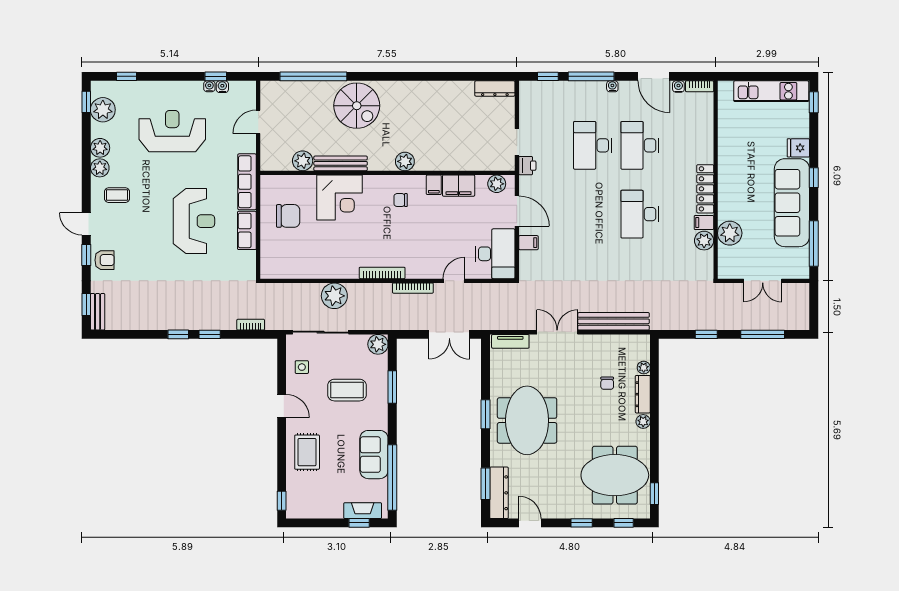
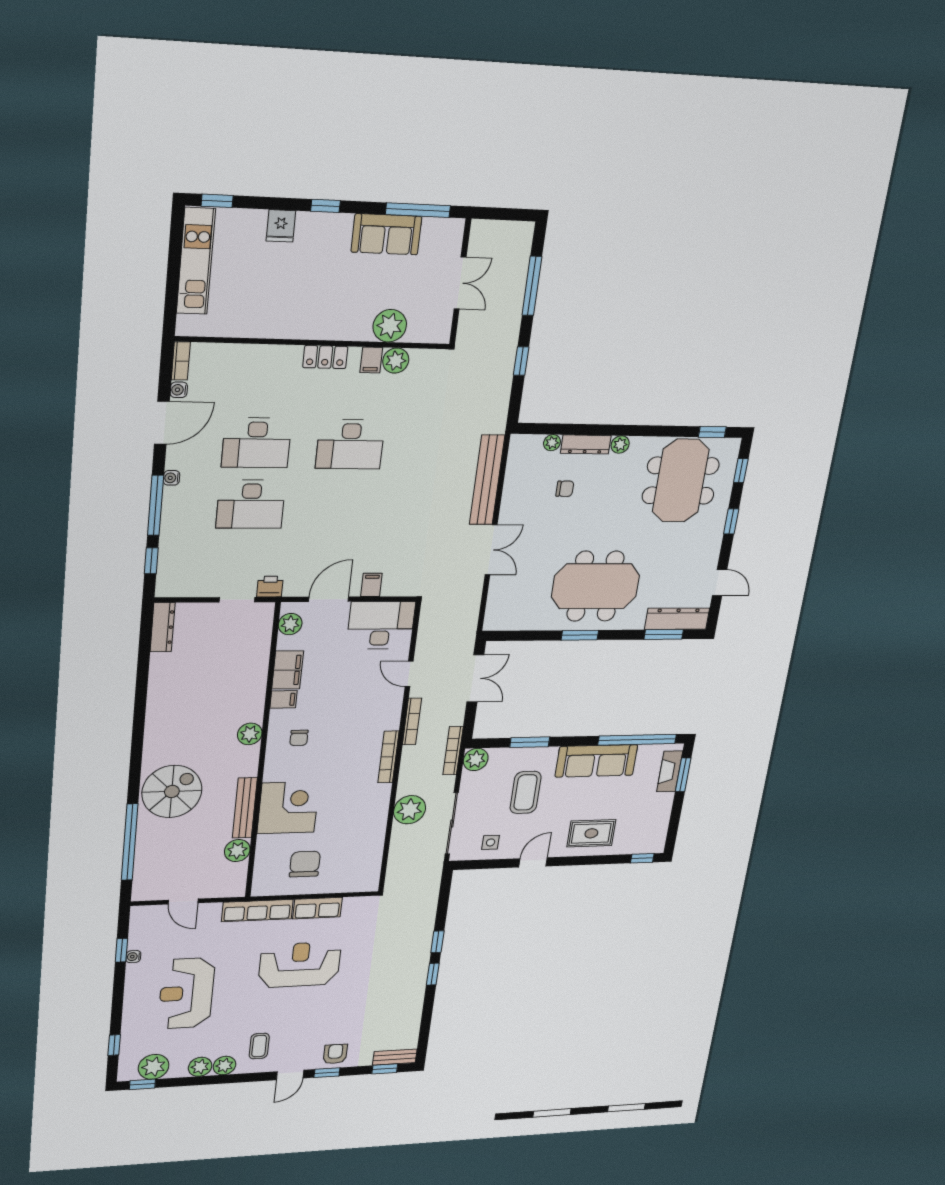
water cooler: (222, 87) -> (135, 943), removed
locker: (705, 189) -> (325, 357), width x0.66
sofa: (792, 203) -> (386, 234), width x0.54, depth x0.79
bookcase: (251, 325) -> (453, 751), moved, width x1.56
double door: (557, 332) -> (491, 550), swing flipped
tv unit: (510, 341) -> (494, 606), removed
sofa: (374, 455) -> (596, 761), width x1.36
window: (359, 523) -> (683, 775), width x1.50
door: (530, 523) -> (720, 583), swing flipped

